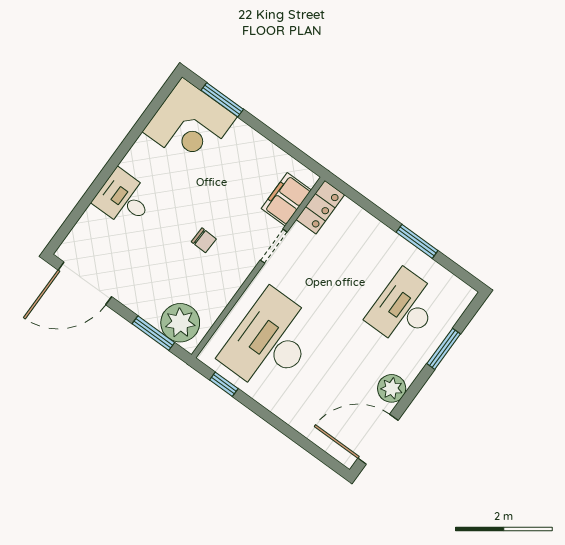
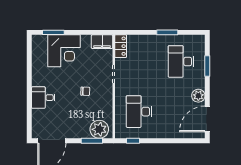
corner desk: (190, 124) -> (64, 51), moved
filing cabinet: (286, 199) -> (102, 42), moved, turned -90
desk: (270, 342) -> (139, 112), width x0.73, depth x0.77

